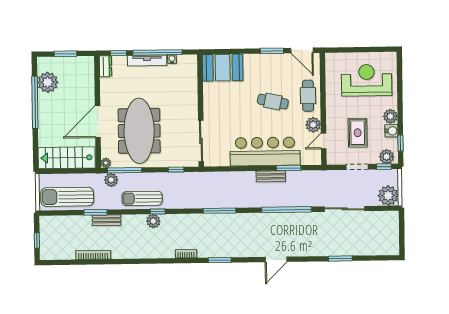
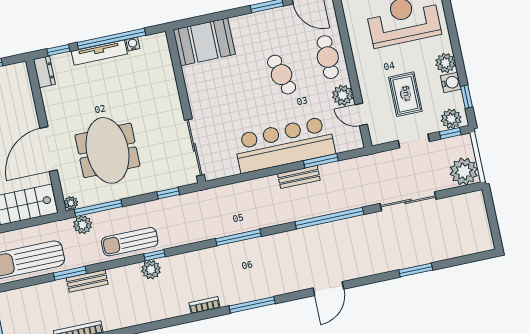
cafe table: (273, 102) -> (282, 75), turned 62
meeting table: (139, 131) -> (107, 150), width x0.73
door: (324, 141) -> (361, 115), hinge flipped
window: (220, 260) -> (252, 305), width x1.44

